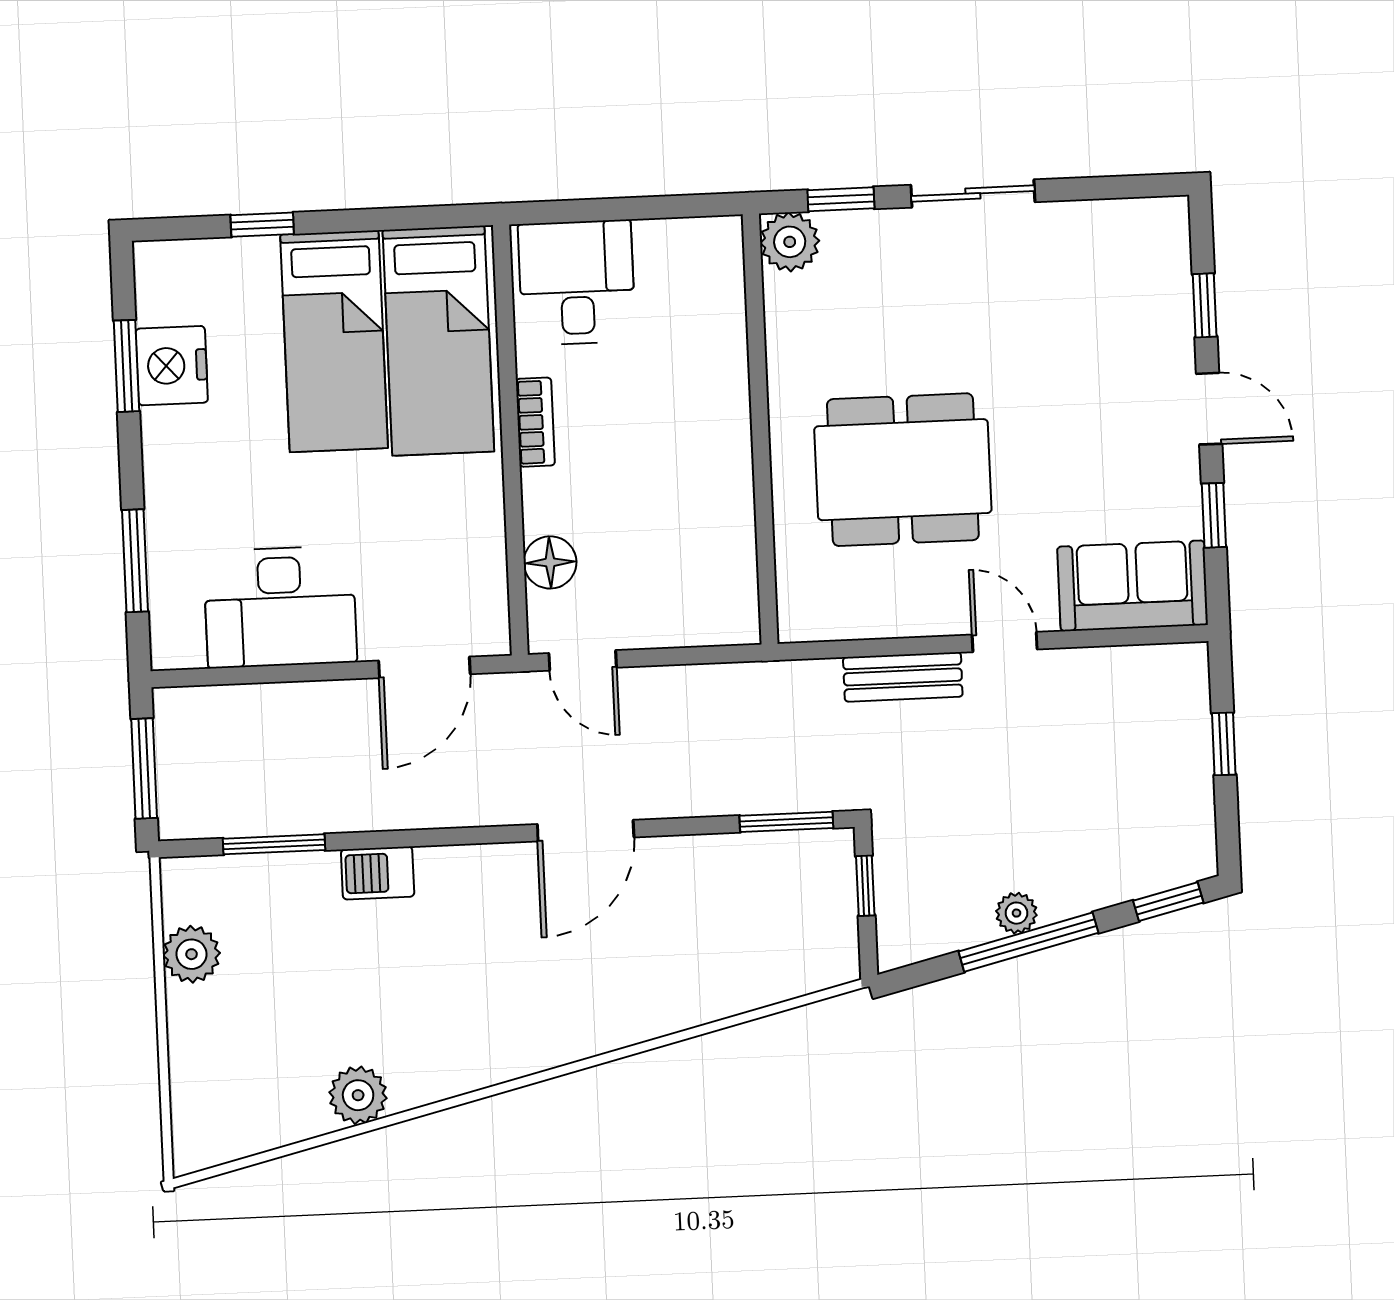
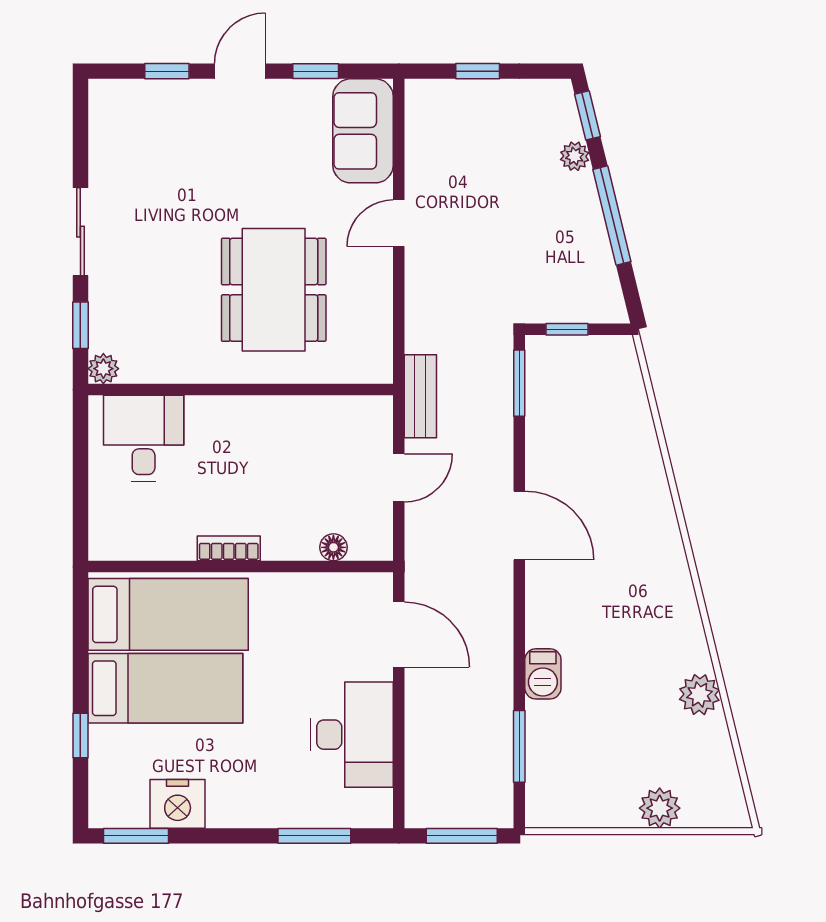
plant: (790, 242) -> (103, 369), width x0.73, depth x0.73
desk: (577, 282) -> (144, 438), moved, turned 90
window: (127, 366) -> (136, 836), moved
floor lamp: (550, 562) -> (333, 547), width x0.73, depth x0.73
door: (583, 660) -> (399, 478), moved
bench: (903, 677) -> (420, 396), moved
plant: (1016, 913) -> (575, 156), moved
plant: (192, 954) -> (660, 808), moved

